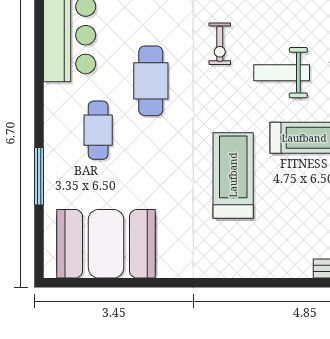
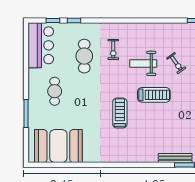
cafe table: (151, 81) -> (84, 56), moved
treadmill: (233, 175) -> (120, 113), width x0.73, depth x0.73

